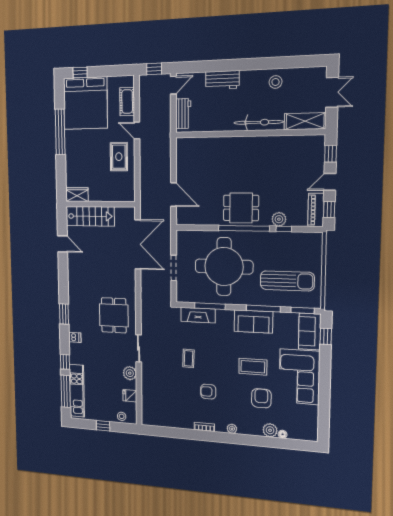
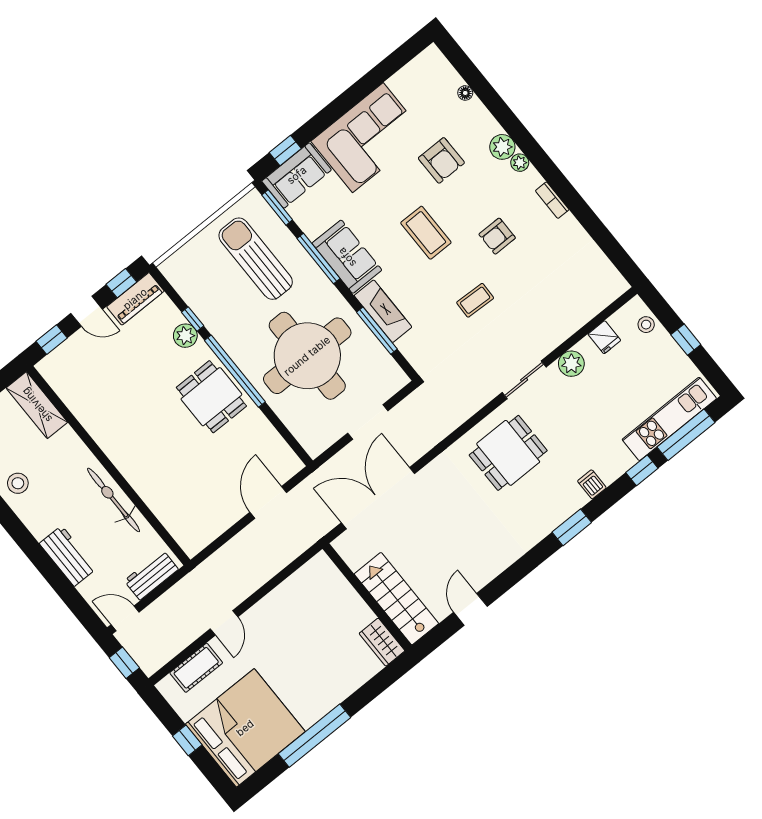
window: (80, 73) -> (187, 740), moved
bicycle: (259, 122) -> (114, 500), moved
rug: (119, 157) -> (280, 621), removed
fireplace: (198, 315) -> (383, 311), moved
coffee table: (253, 367) -> (426, 233), moved
armchair: (208, 392) -> (497, 236), turned 90
armchair: (261, 398) -> (441, 160), turned -90
plant: (270, 430) -> (502, 147), moved

